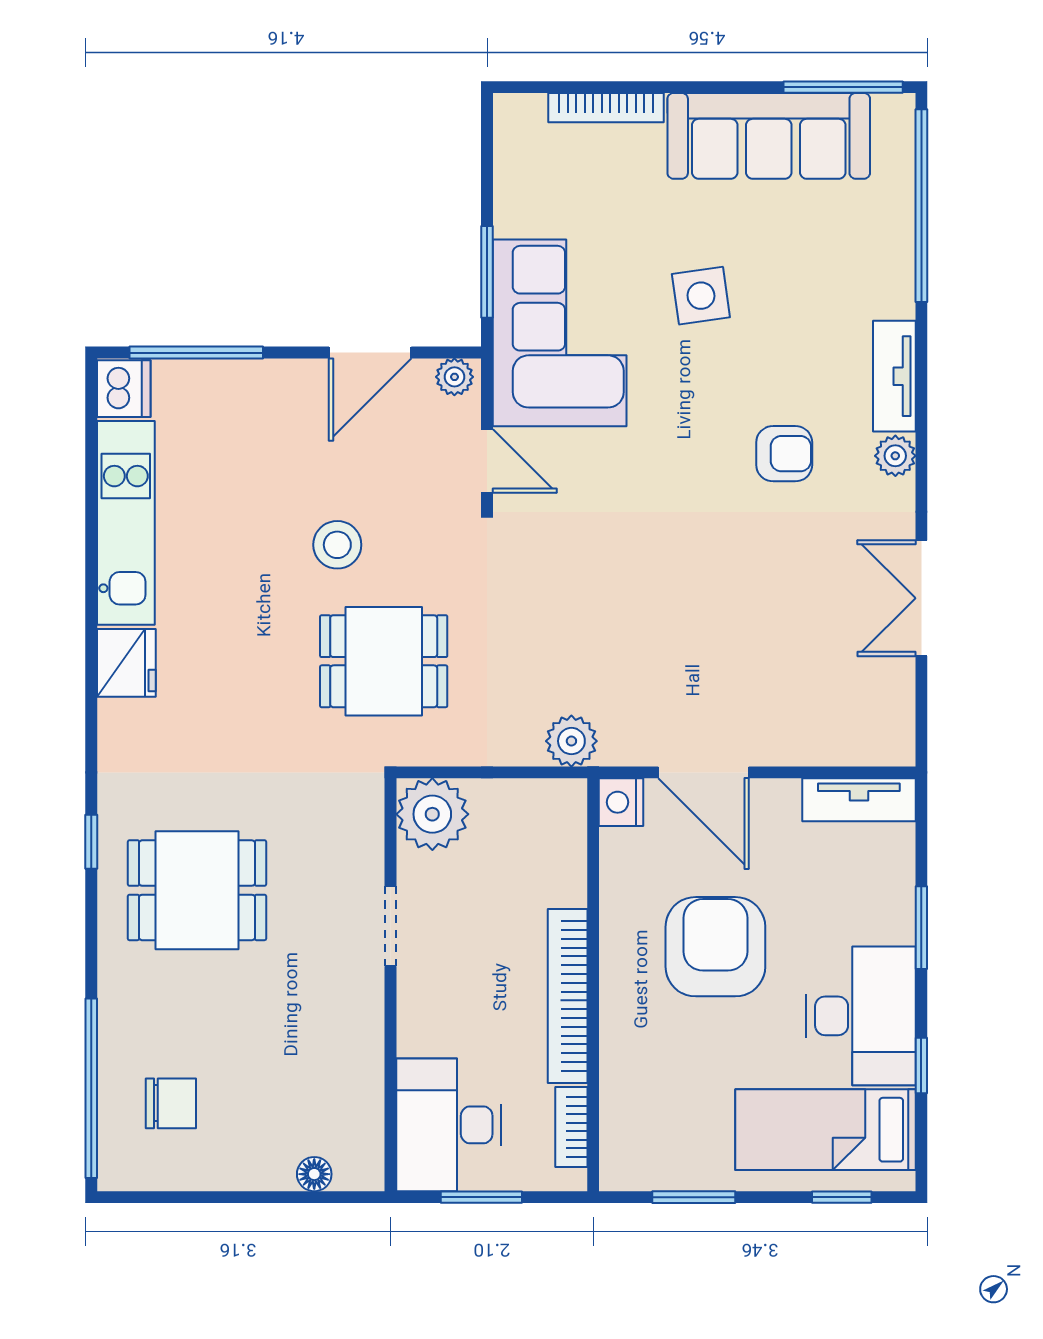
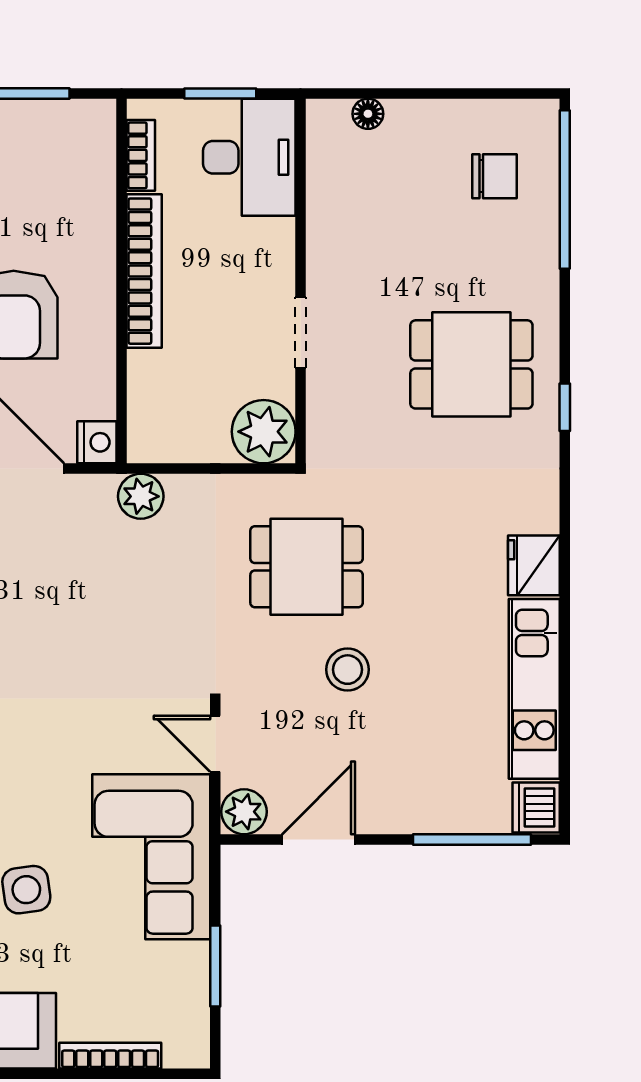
window: (487, 272) -> (215, 966), moved
plant: (454, 377) -> (244, 812), width x1.38, depth x1.38
chair: (171, 1103) -> (494, 176), turned 180

